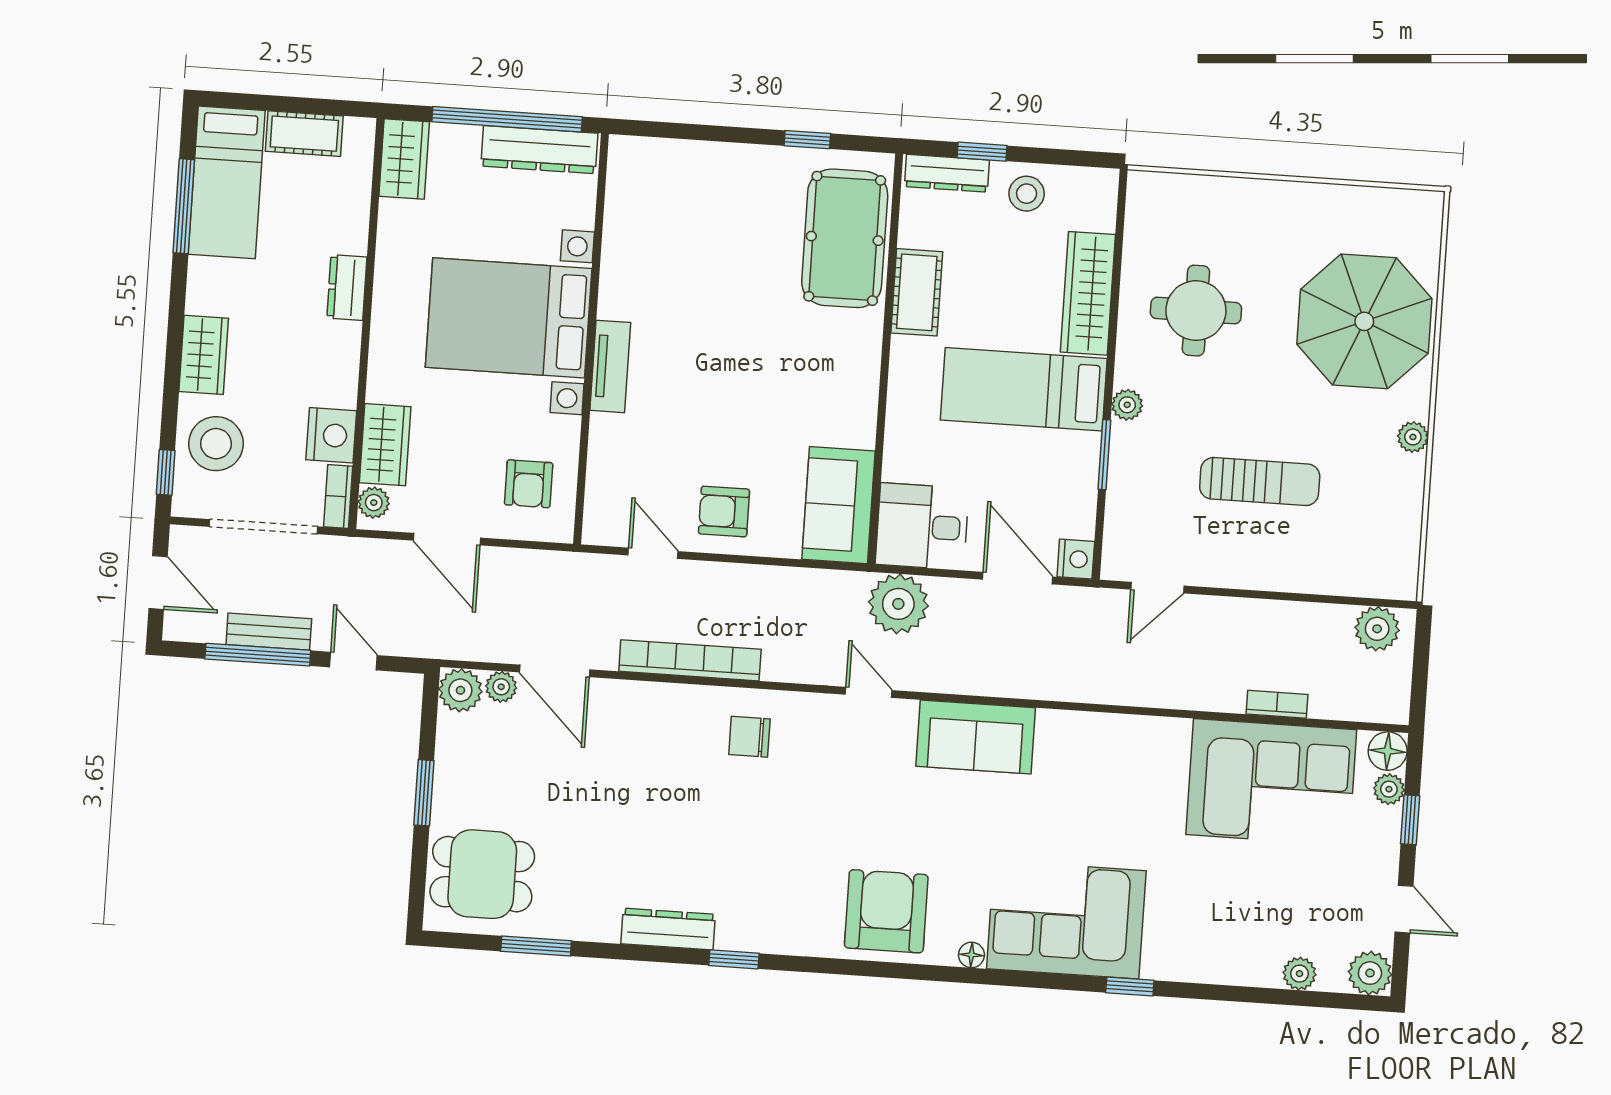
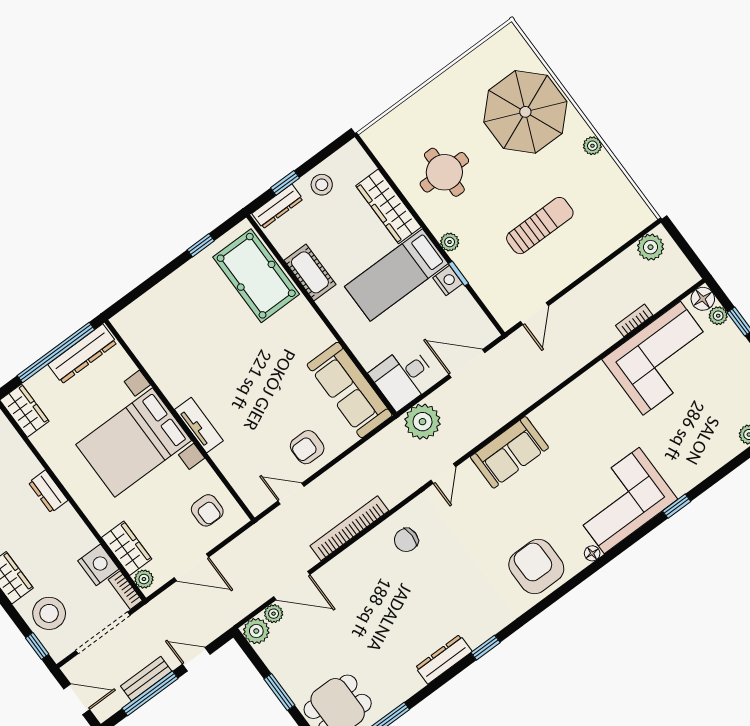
window: (1104, 455) -> (459, 274), width x0.67
sofa: (839, 505) -> (350, 390), width x1.36
nightstand: (1076, 559) -> (448, 281), moved
door: (869, 692) -> (443, 474), swing flipped

